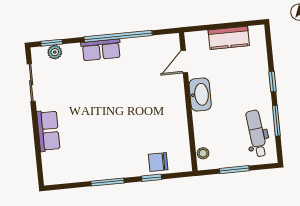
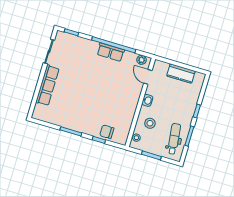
row of seats: (101, 50) -> (111, 52), moved
plant: (55, 52) -> (142, 60), moved
door: (184, 62) -> (148, 77), hinge flipped
washbasin: (200, 94) -> (147, 100), width x0.52, depth x0.69
stool: (214, 125) -> (150, 123), added
row of seats: (48, 131) -> (47, 85), width x1.48

